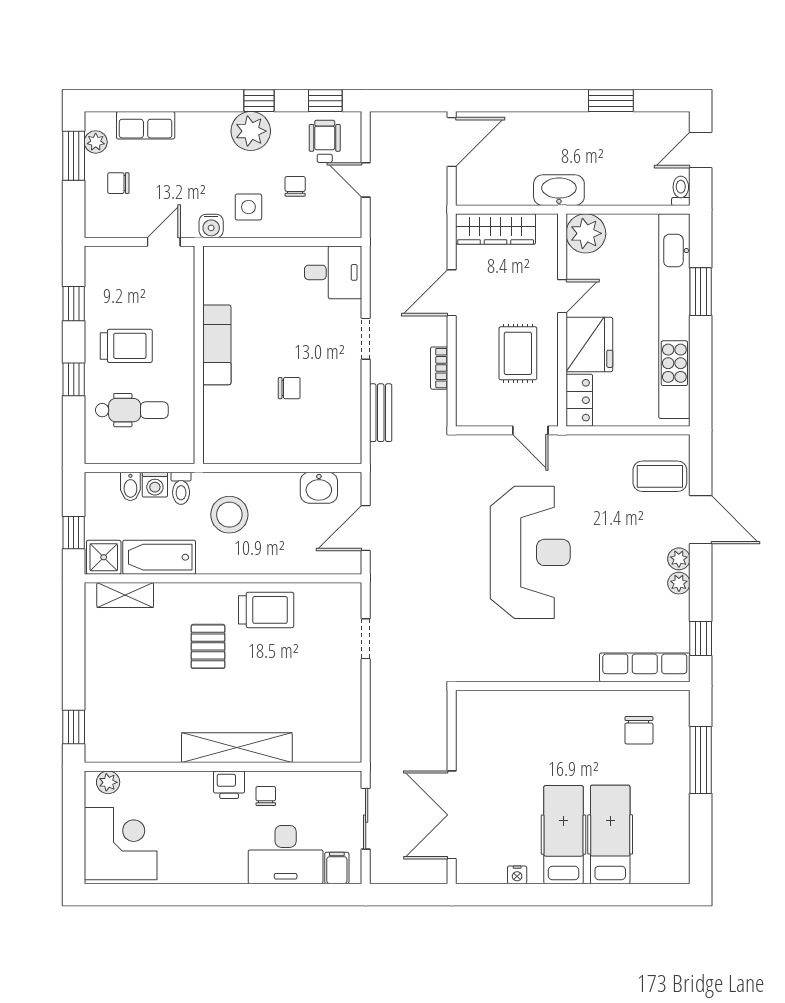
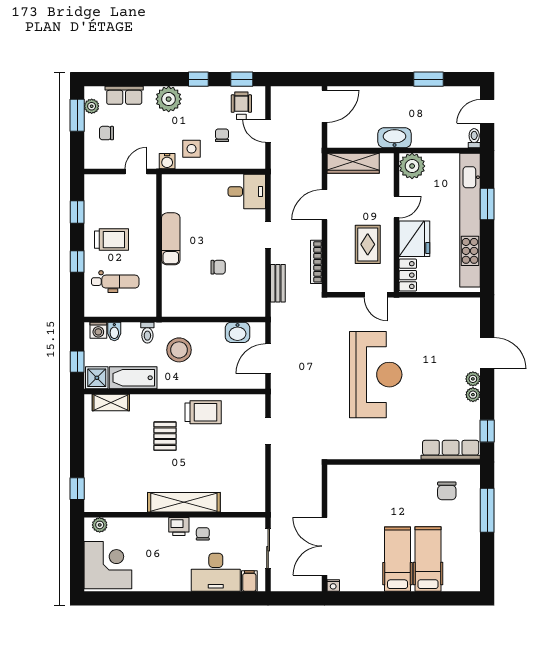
plant: (251, 131) -> (169, 99), moved
bookcase: (439, 368) -> (316, 262), width x1.56
coffee table: (660, 476) -> (461, 325), removed
washing machine: (155, 485) -> (98, 330), moved
nightstand: (517, 875) -> (333, 585), moved

